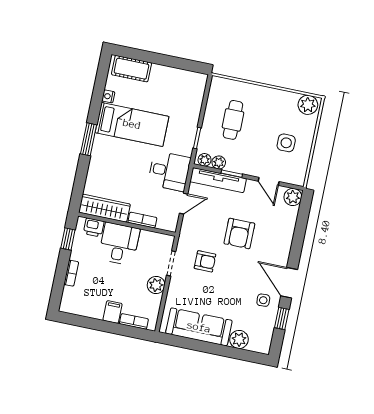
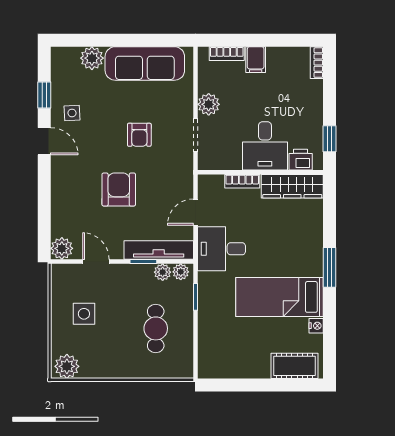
armchair: (205, 261) -> (139, 135), moved, turned -90
bookcase: (71, 273) -> (317, 63), moved
door: (289, 283) -> (44, 141), width x0.73

